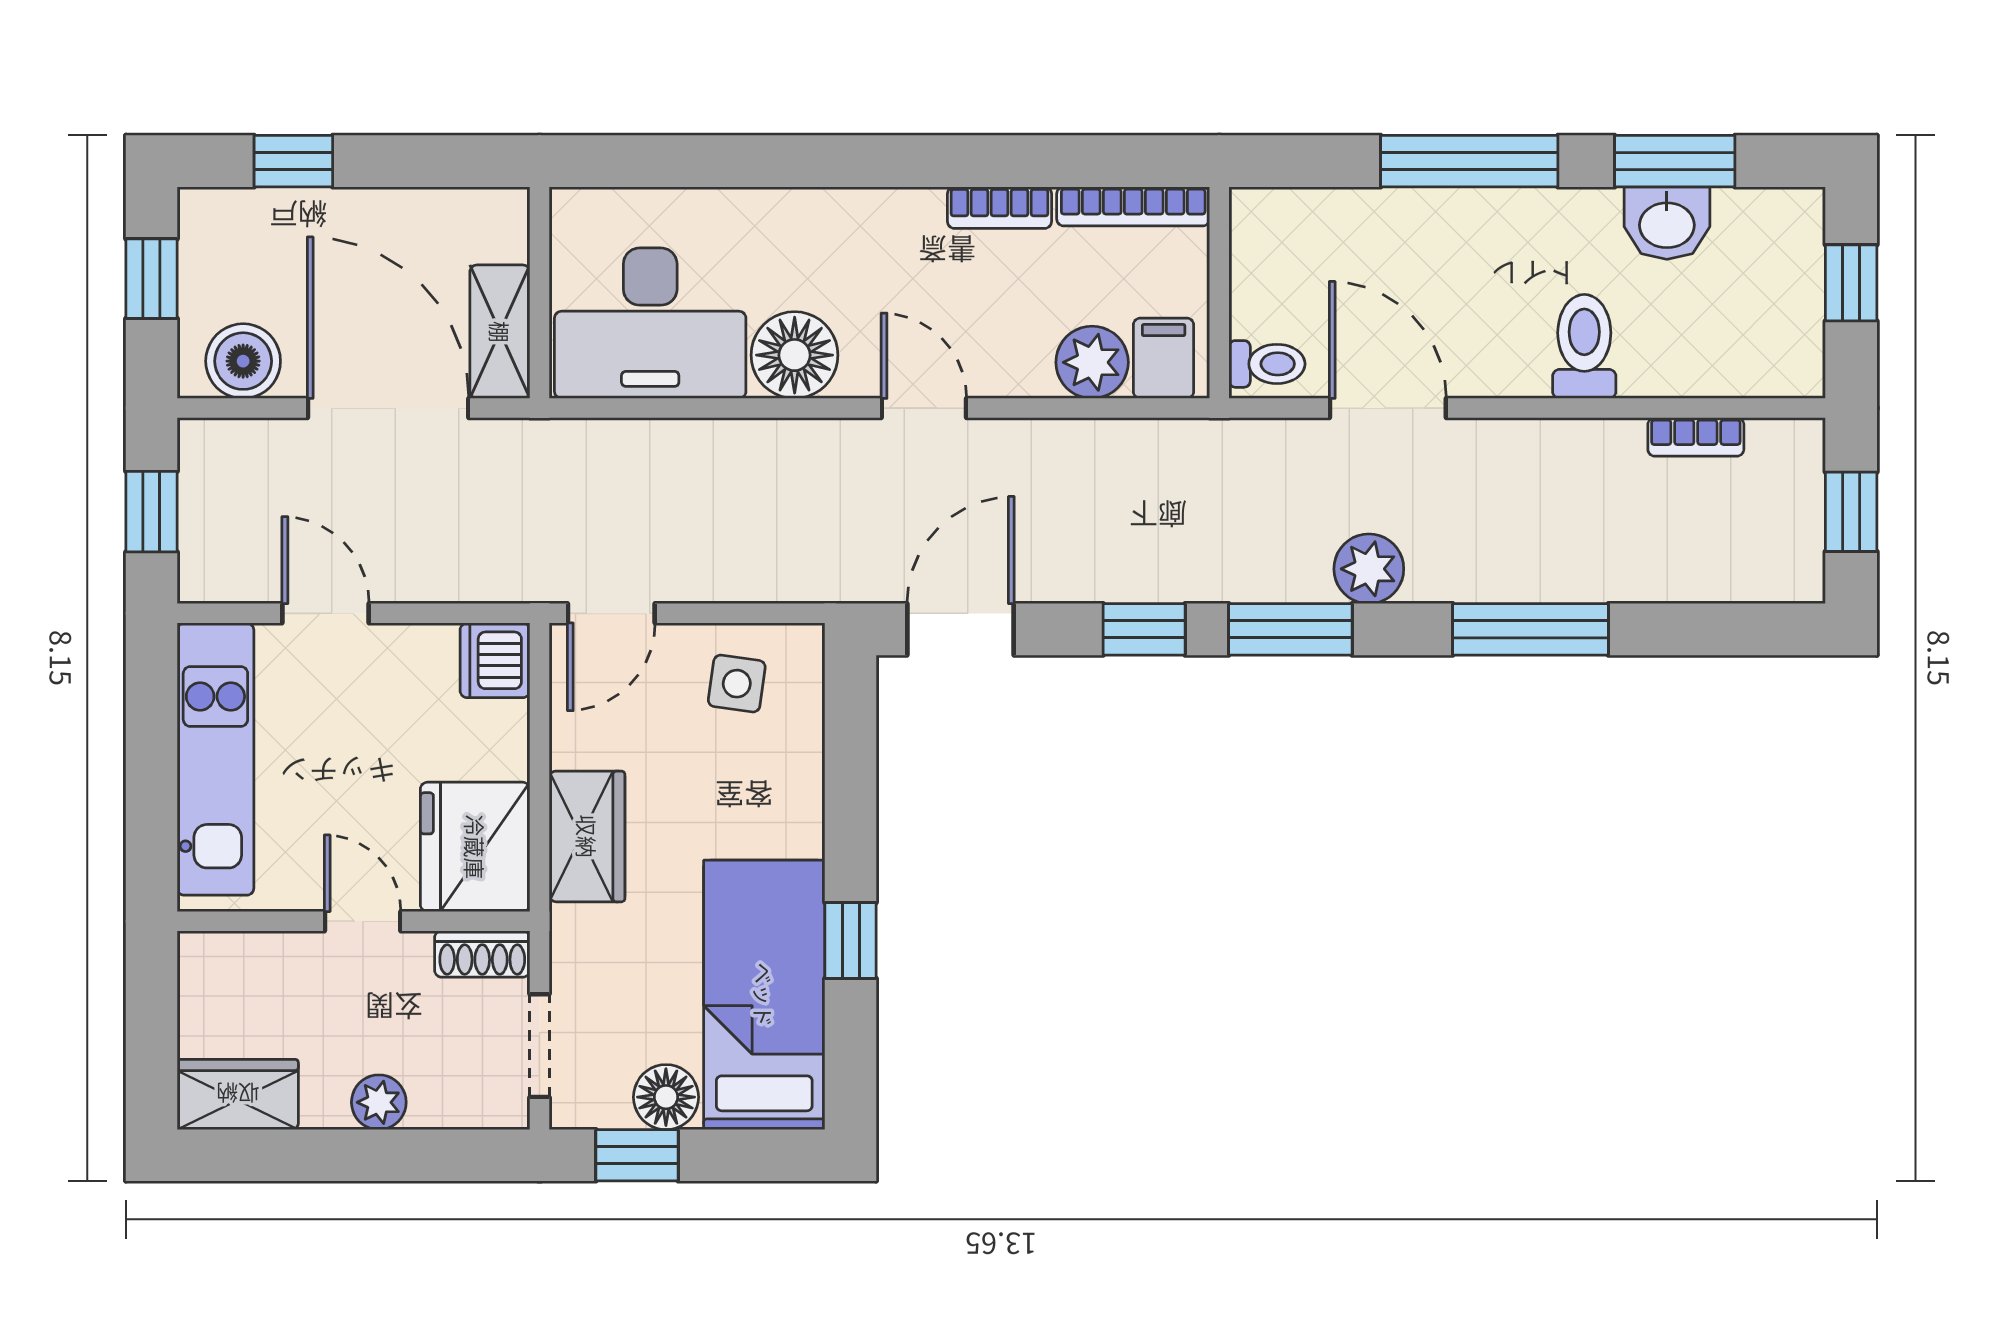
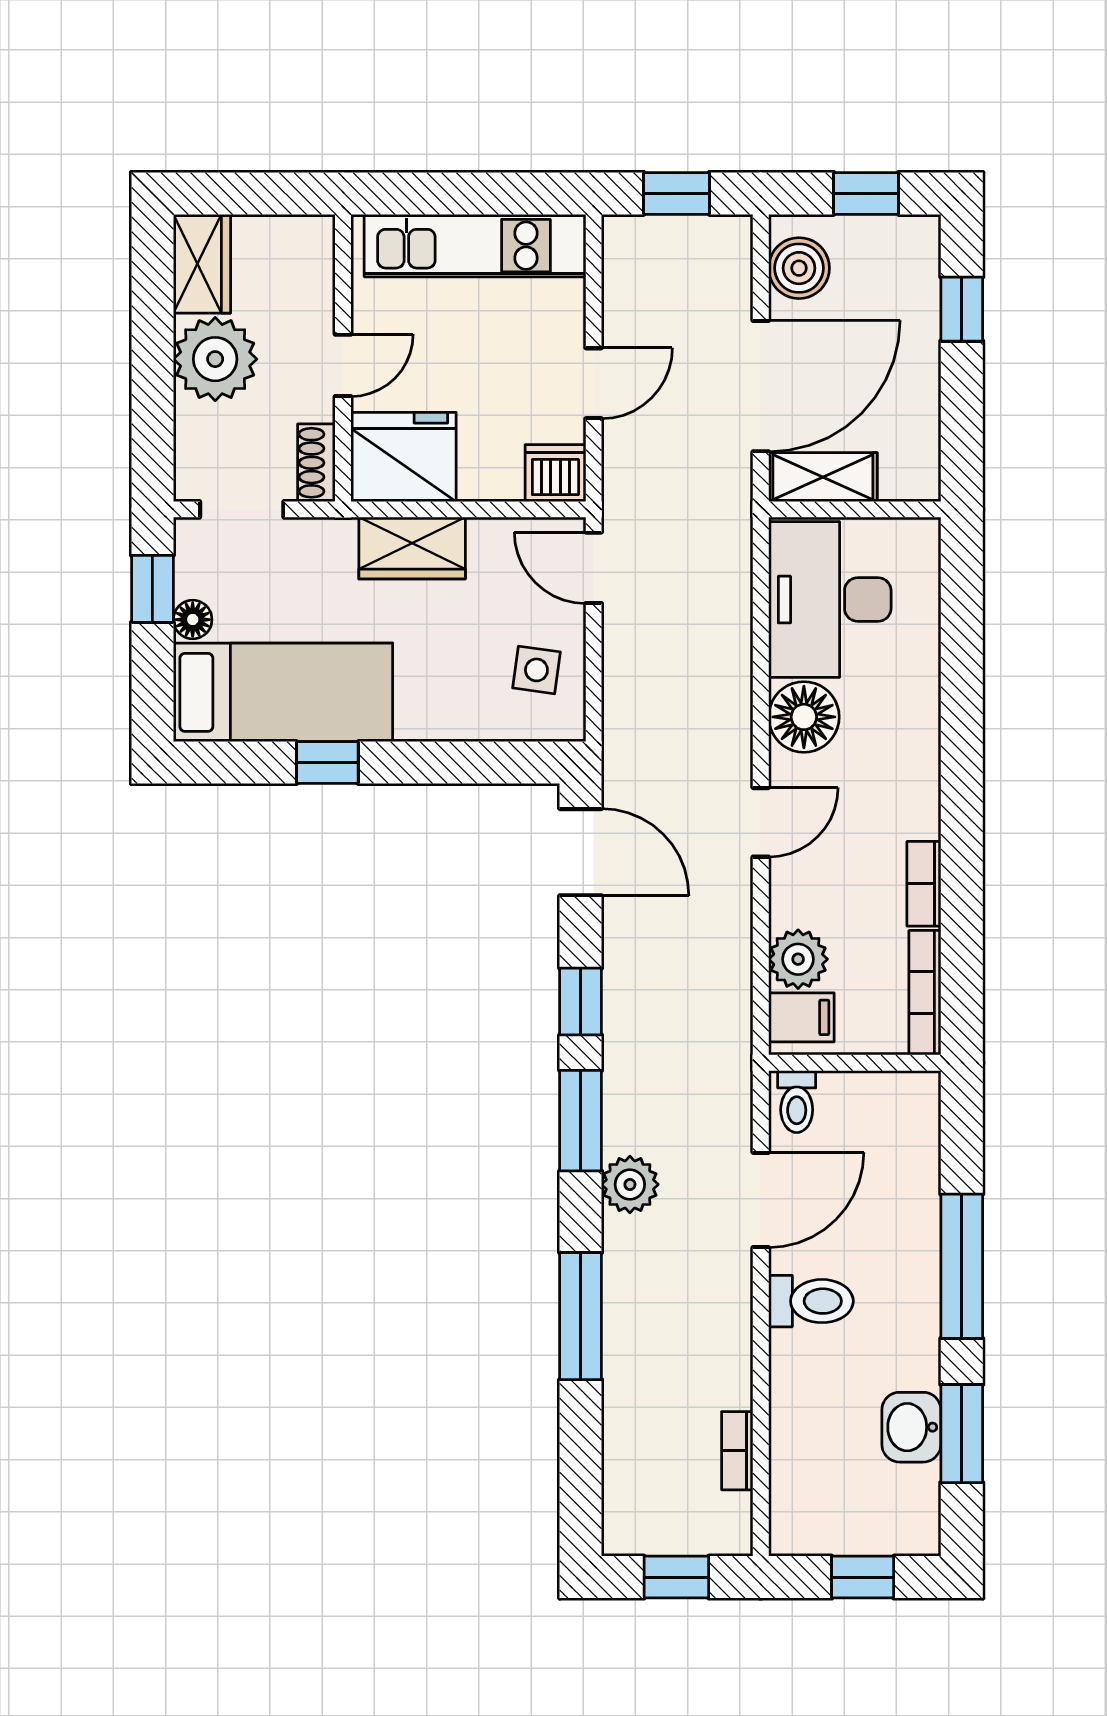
toilet: (1584, 346) -> (811, 1301), moved
door: (326, 613) -> (594, 383), moved
floor lamp: (666, 1097) -> (193, 620), width x0.73, depth x0.73
plant: (379, 1102) -> (215, 359), width x1.87, depth x1.87

